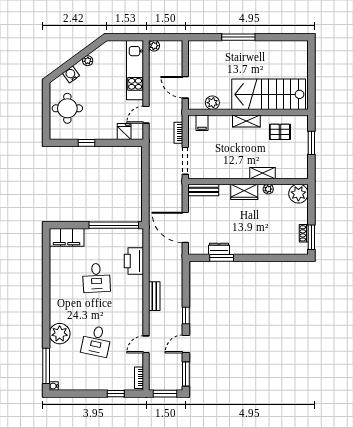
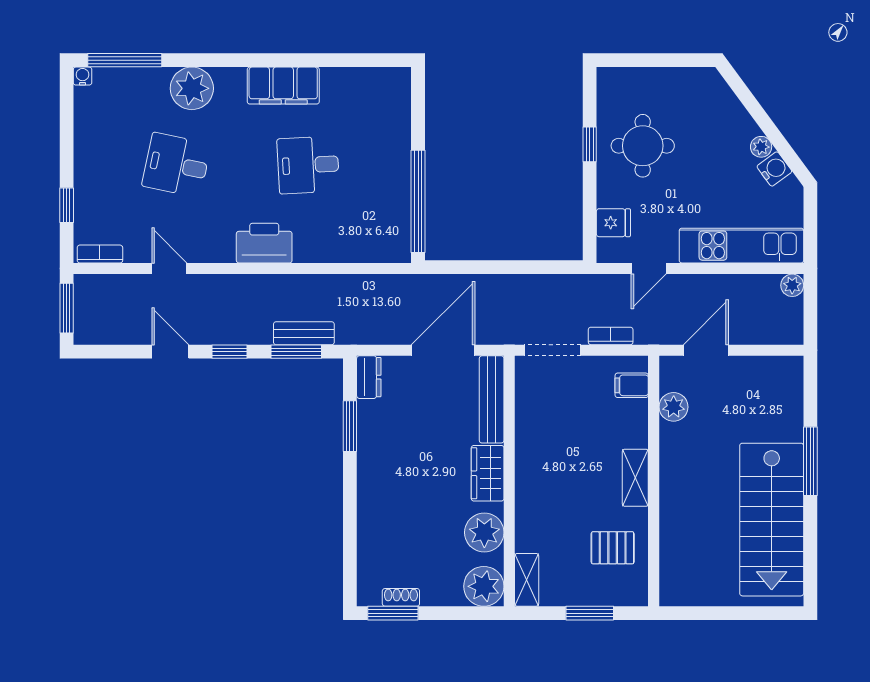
water cooler: (71, 74) -> (774, 169), moved
stairs: (269, 94) -> (772, 520), moved, turned 180
round table: (67, 108) -> (643, 146), moved
door: (146, 115) -> (649, 269), swing flipped
pallet: (280, 132) -> (613, 548), turned 90
shelving: (263, 173) -> (527, 580), moved
plant: (268, 189) -> (484, 532), width x1.87, depth x1.87
bench: (203, 190) -> (492, 399), width x1.36
door: (185, 227) -> (443, 350), moved
filing cabinet: (67, 237) -> (283, 86), moved, turned -90
dresser: (219, 249) -> (369, 377), moved
printer: (134, 261) -> (264, 243), moved
bench: (154, 296) -> (304, 333), moved
window: (186, 374) -> (296, 352), moved

